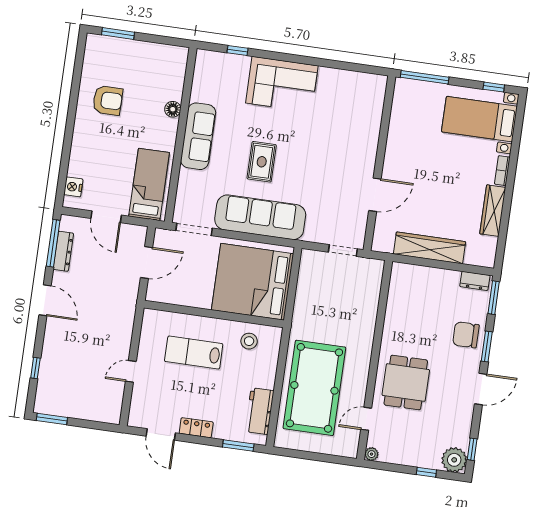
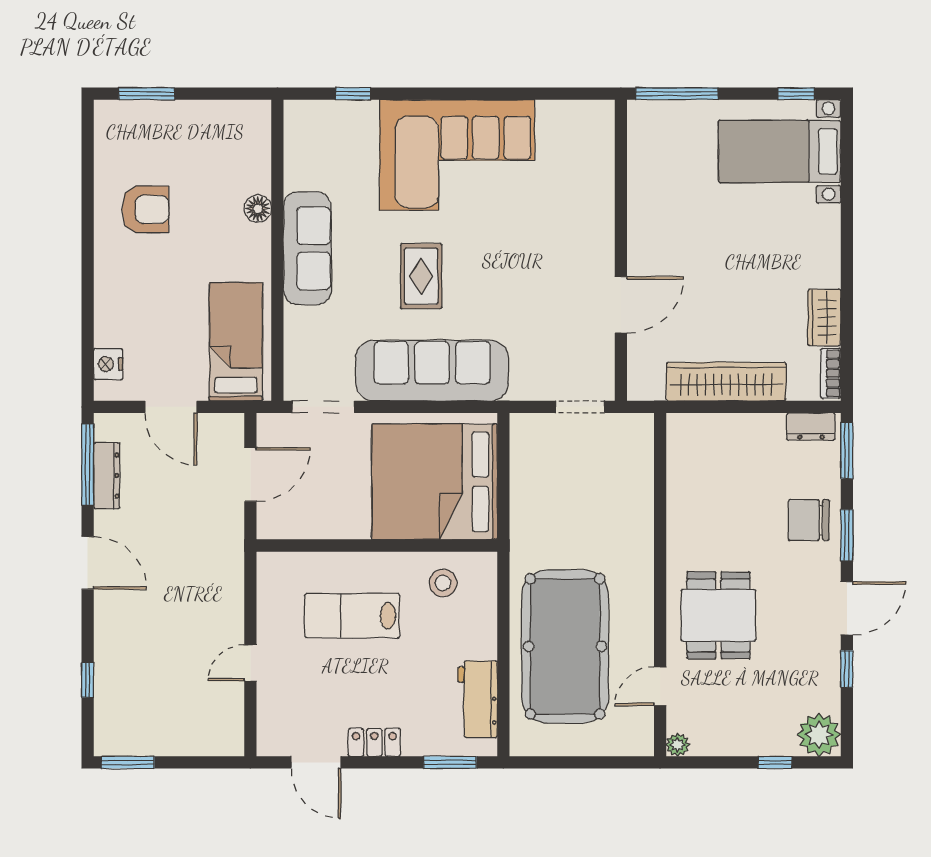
corner sofa: (282, 84) -> (457, 155), width x1.36, depth x1.36
bookcase: (502, 171) -> (831, 373), moved
wardrobe: (493, 211) -> (824, 318), width x0.67
window: (472, 449) -> (847, 669), moved

